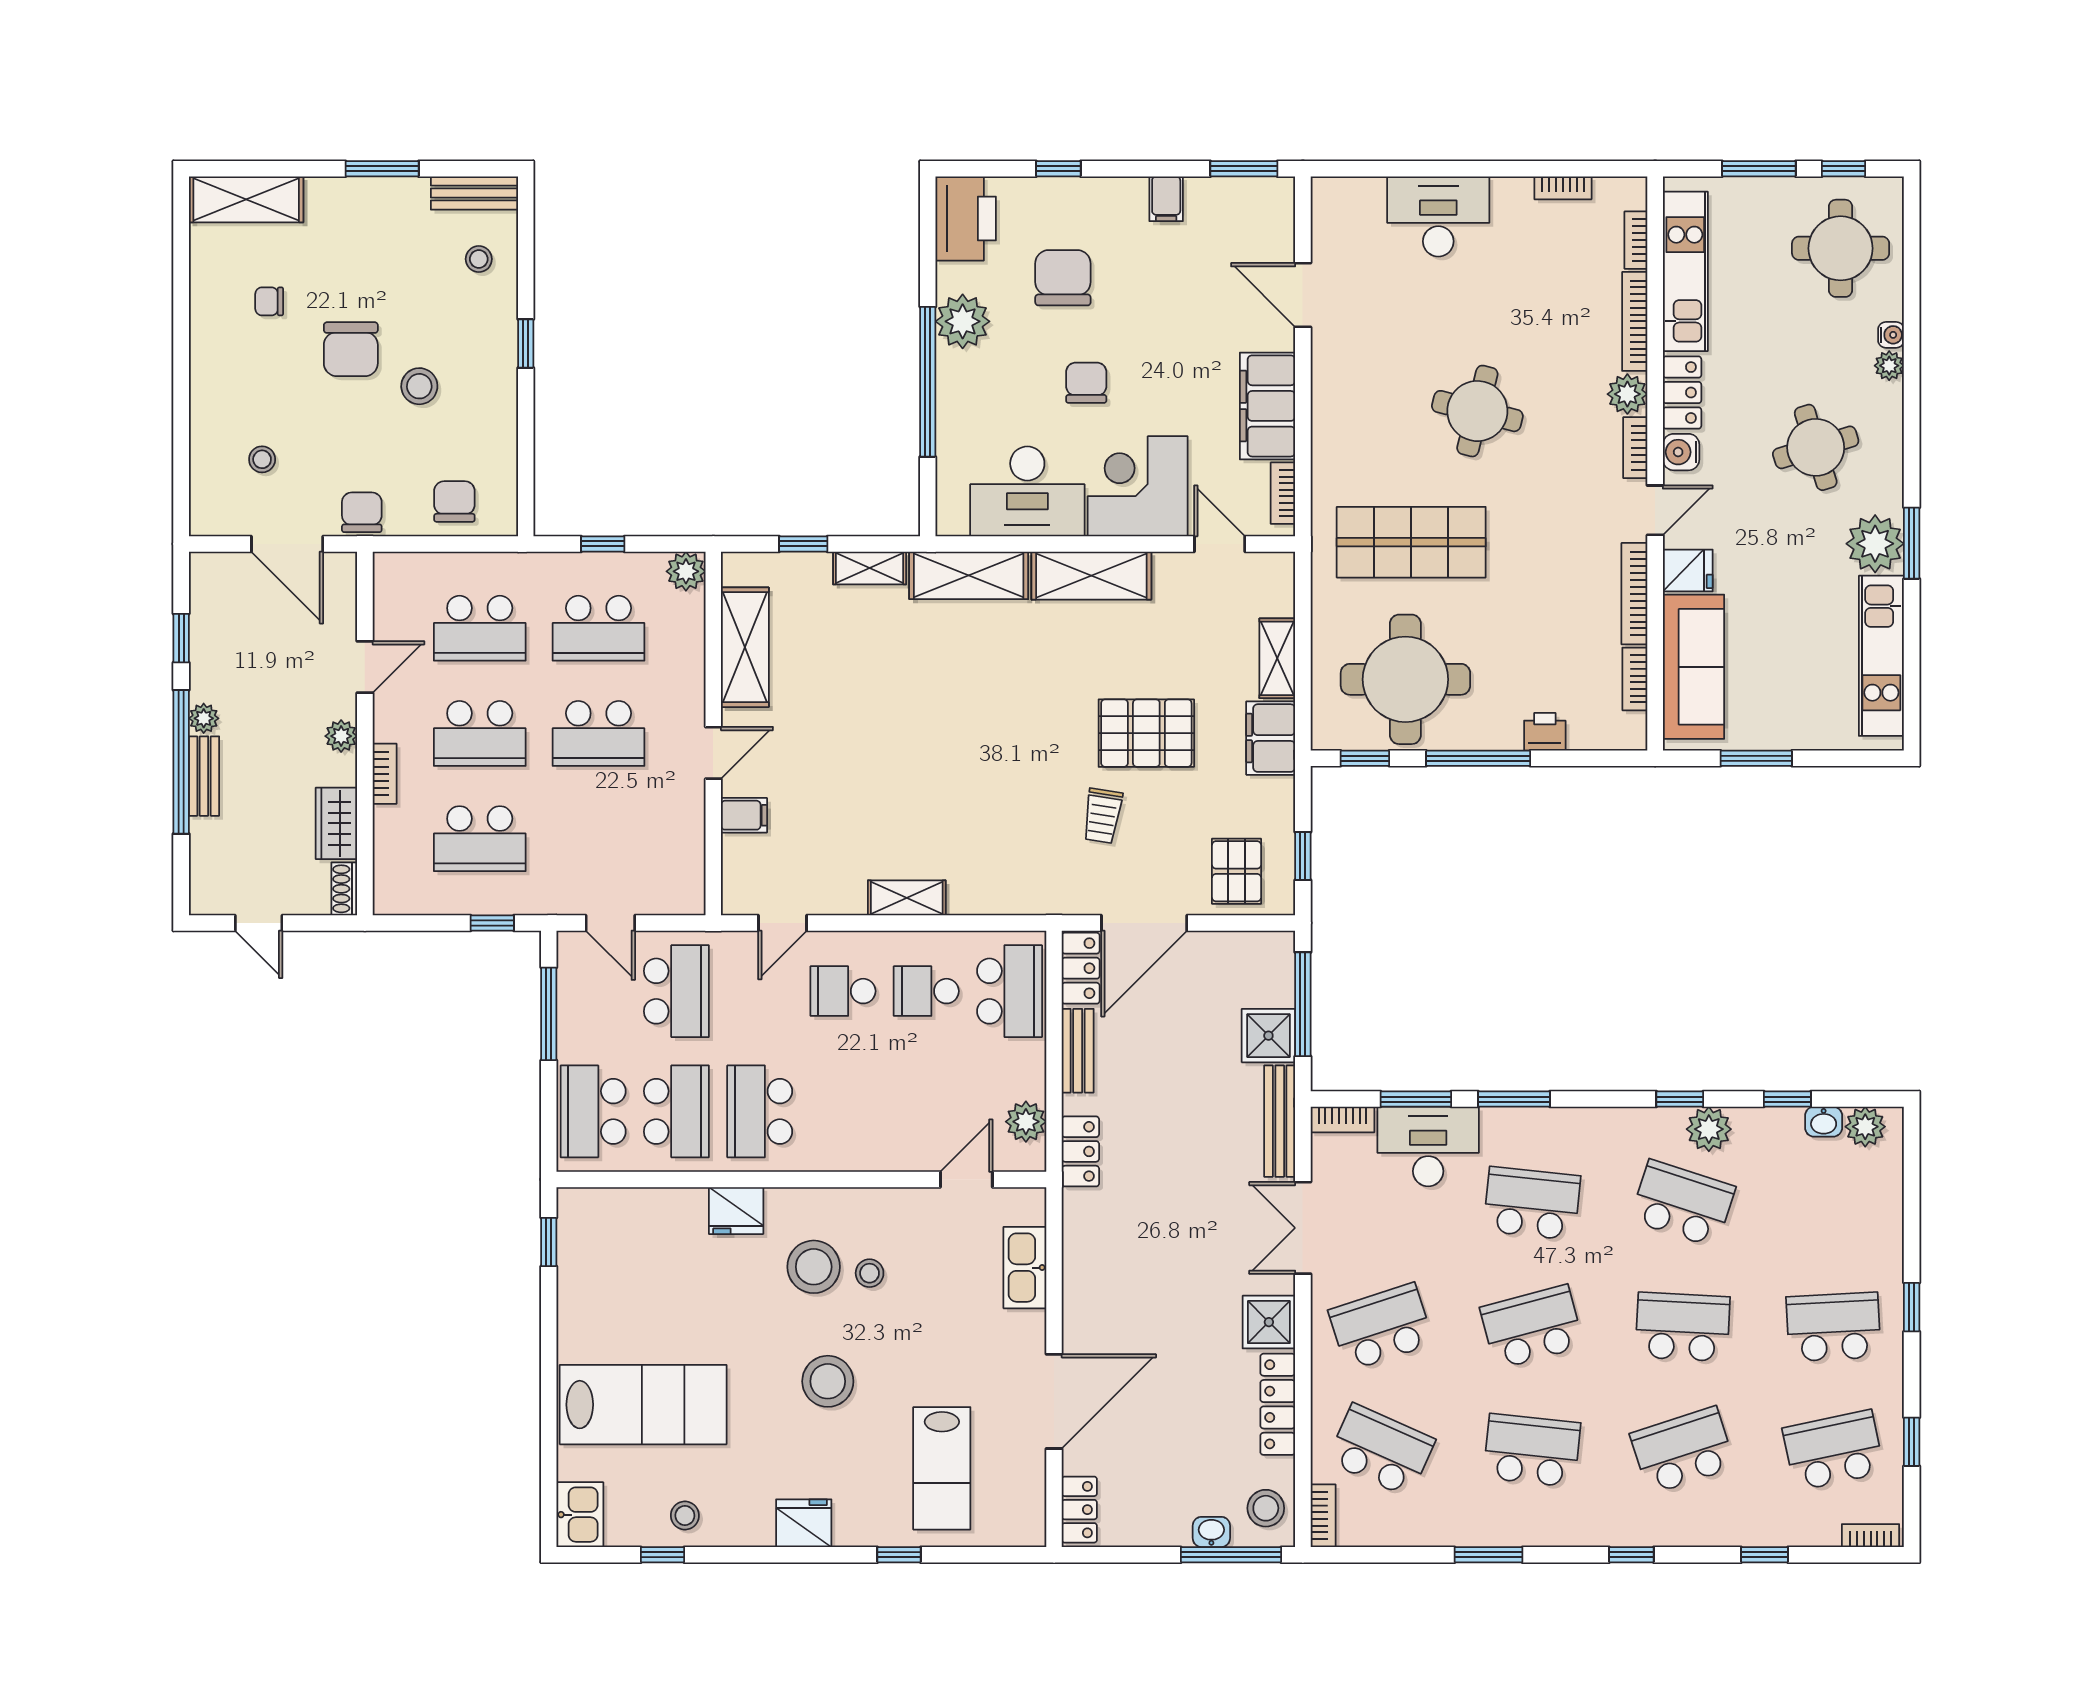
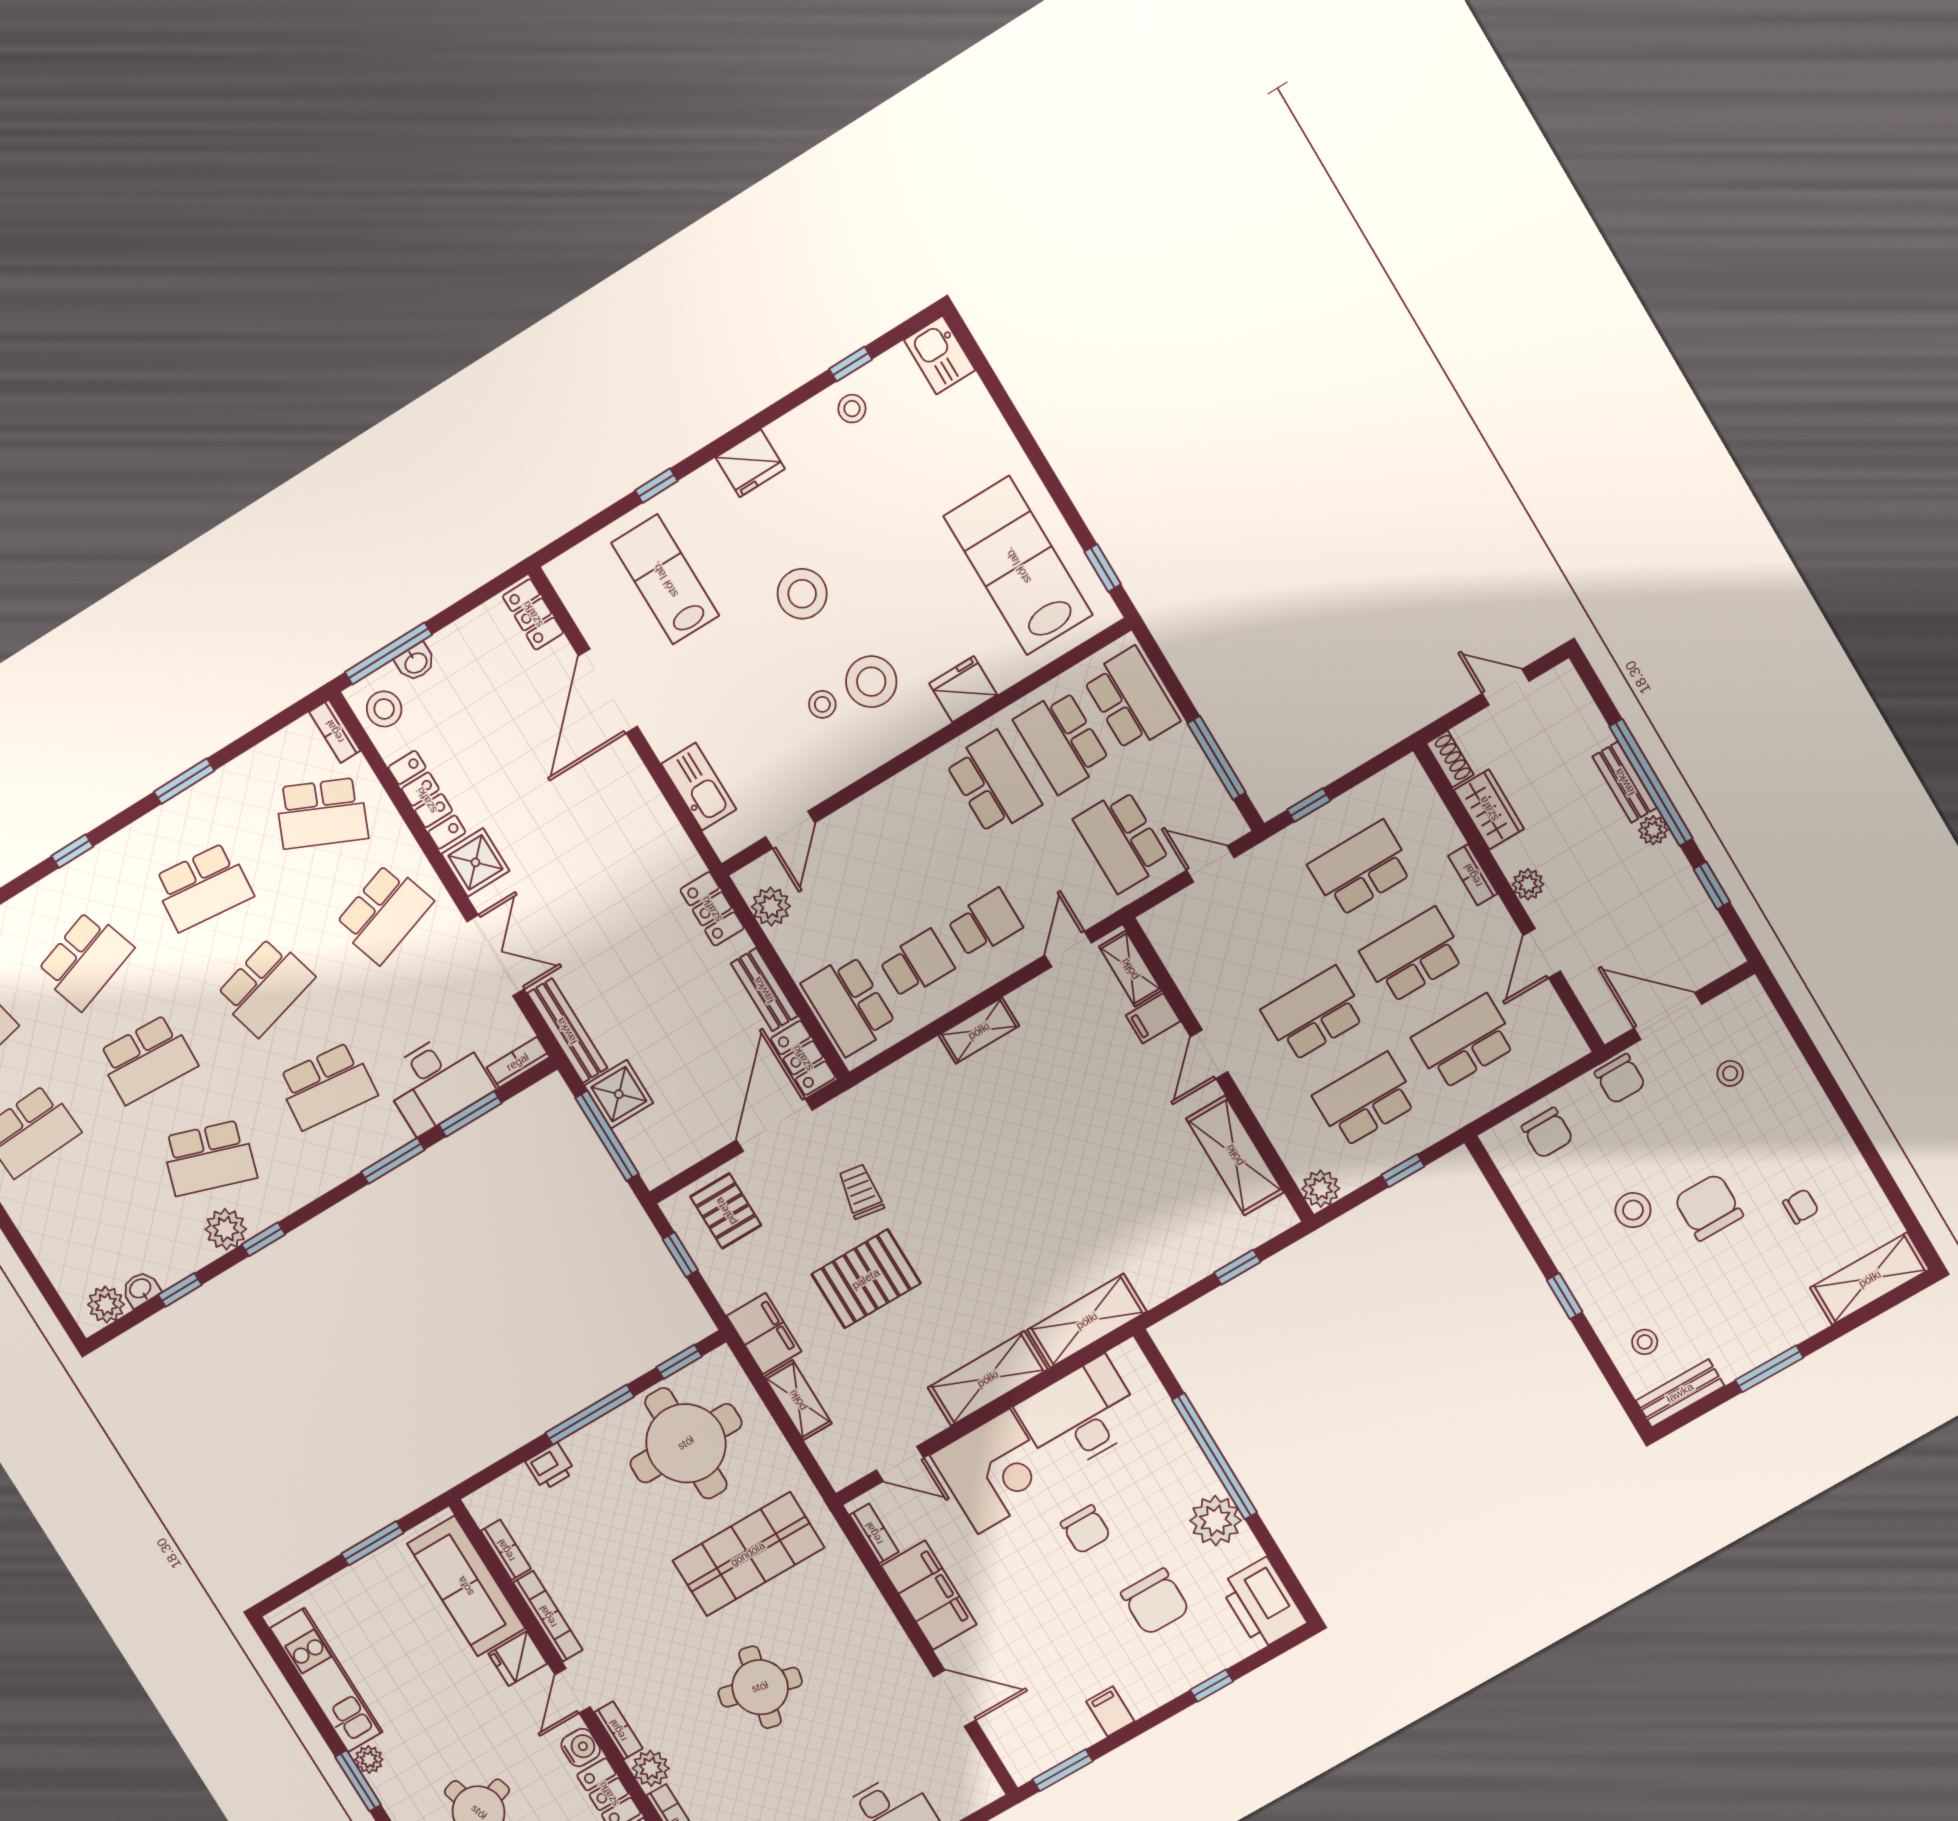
plant: (1875, 544) -> (369, 1760), width x0.53, depth x0.53
shelving: (870, 568) -> (1130, 969), moved, turned 90
lab bench: (643, 1405) -> (1018, 565), moved, turned 90

